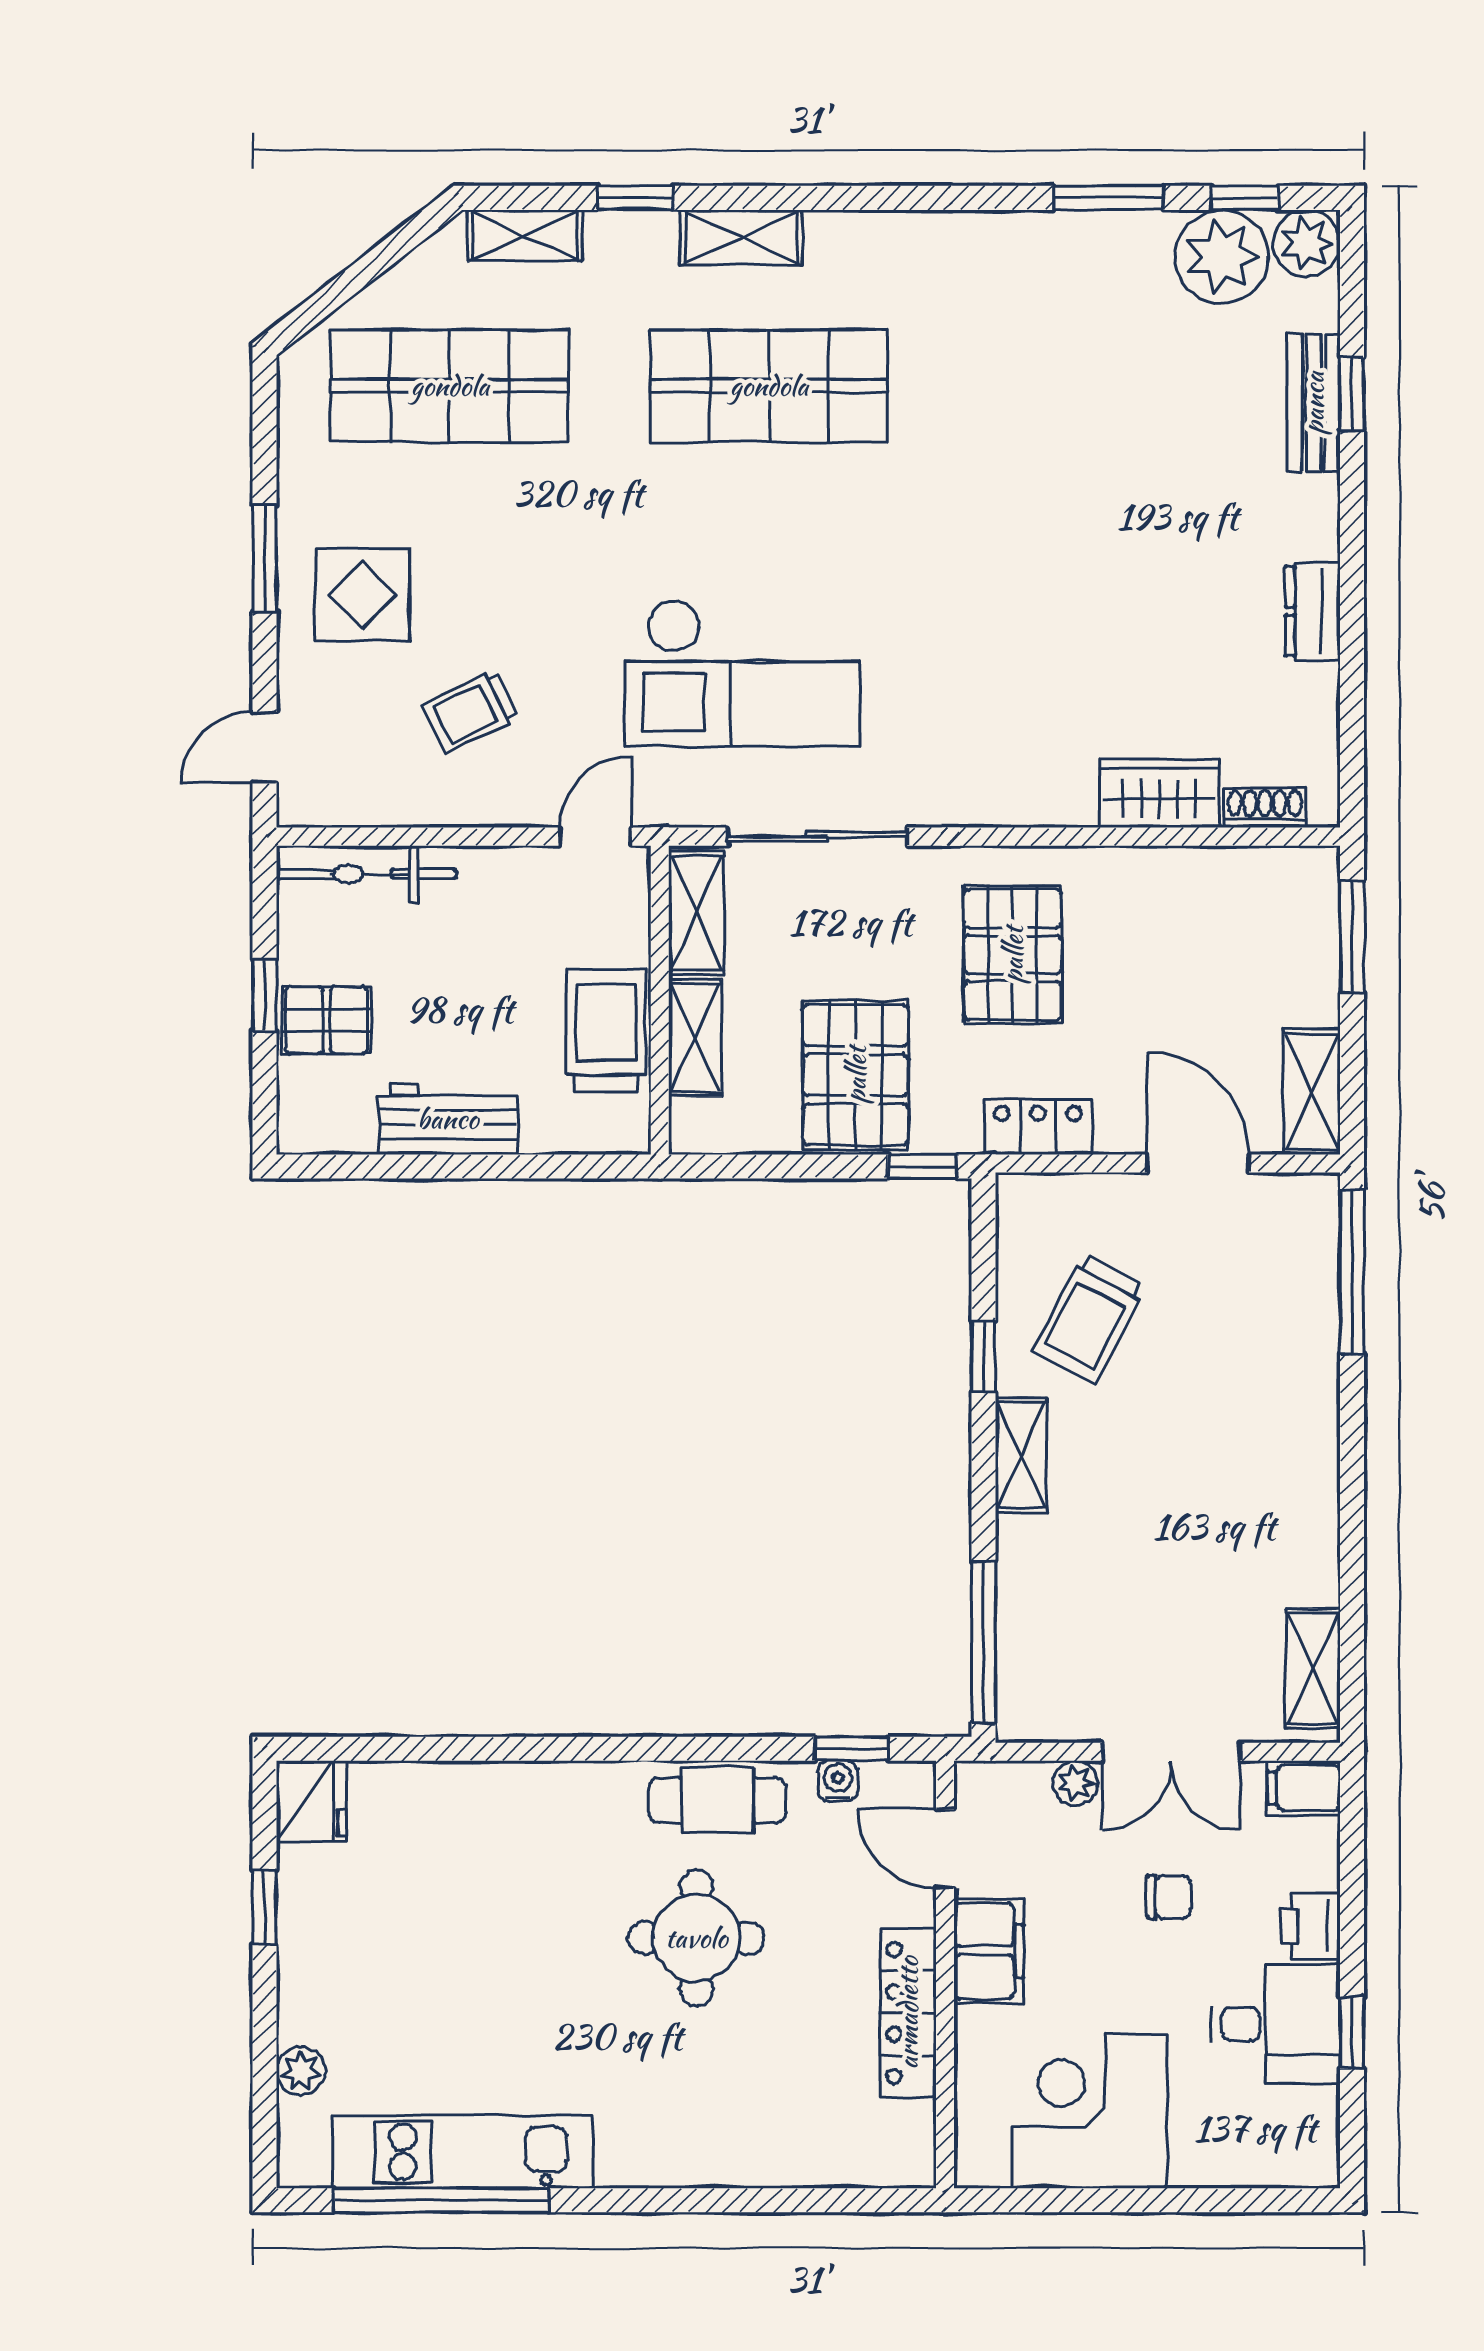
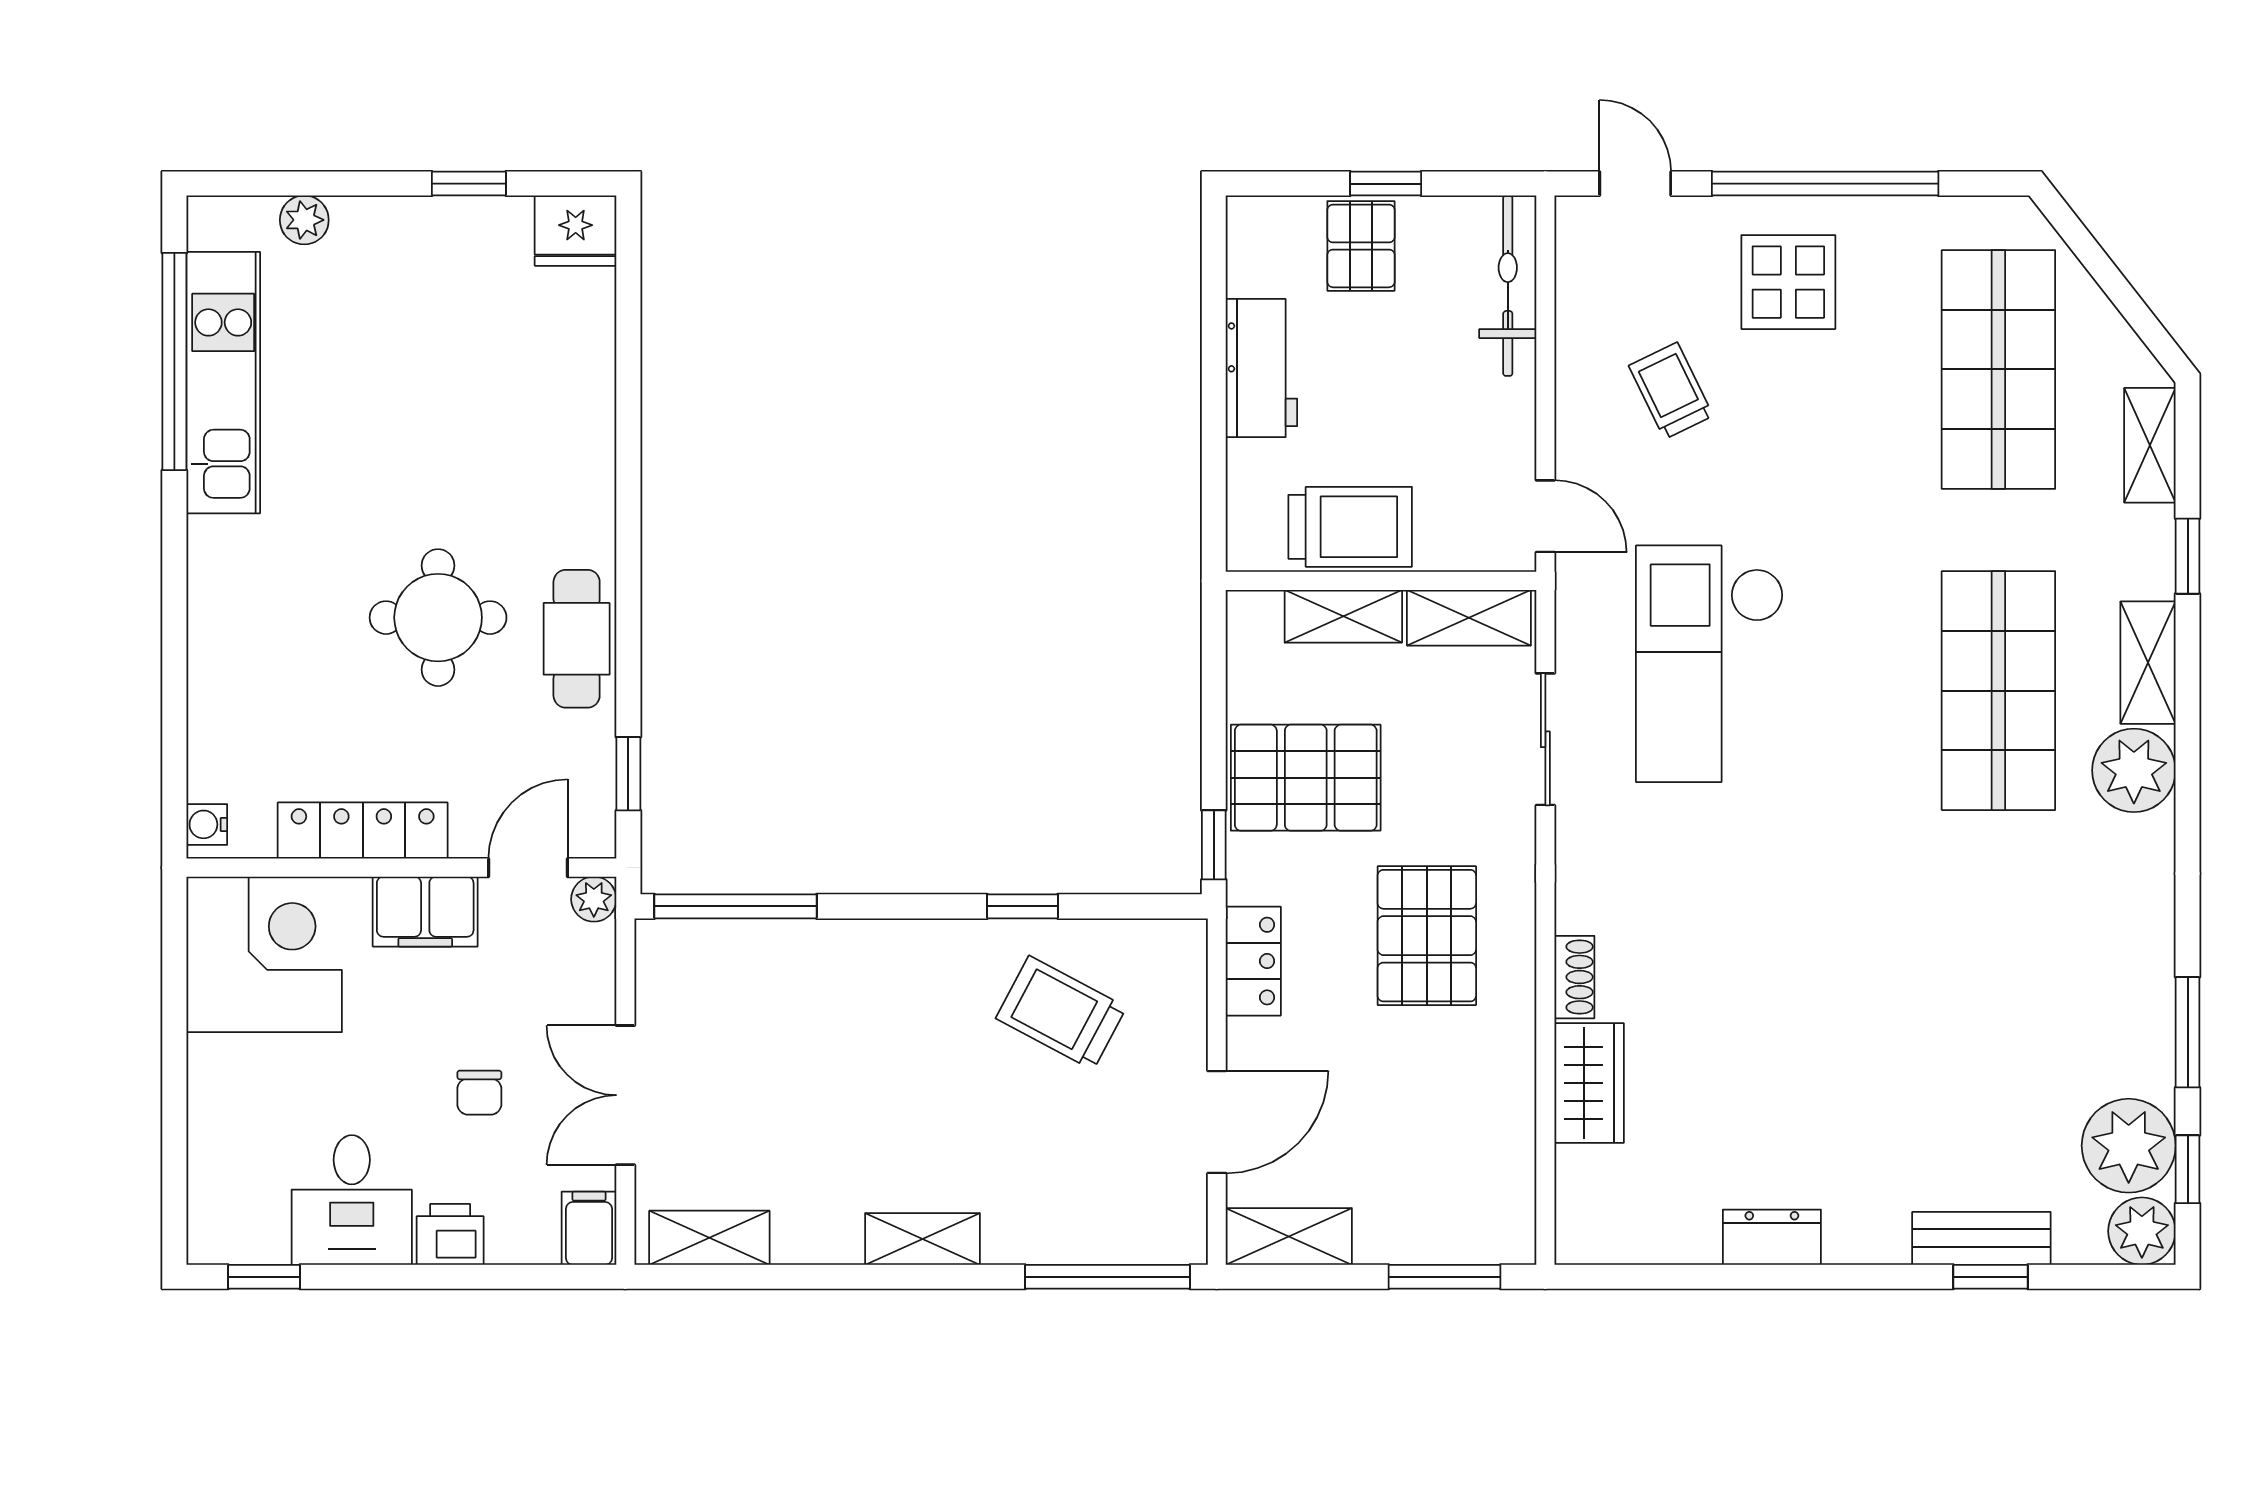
plant: (848, 251) -> (2134, 770), added
window: (265, 558) -> (1825, 184), width x2.11
shoe rack: (1265, 808) -> (1574, 977), moved
sliding door: (817, 837) -> (1545, 739), width x0.73
pallet: (1013, 955) -> (1427, 936), turned 90
shelving: (1021, 1455) -> (923, 1239), moved
water cooler: (838, 1781) -> (207, 824), moved, turned 180
plant: (1075, 1783) -> (594, 899), moved
window: (1352, 2033) -> (264, 1277), moved
corner desk: (1089, 2111) -> (264, 954), moved

